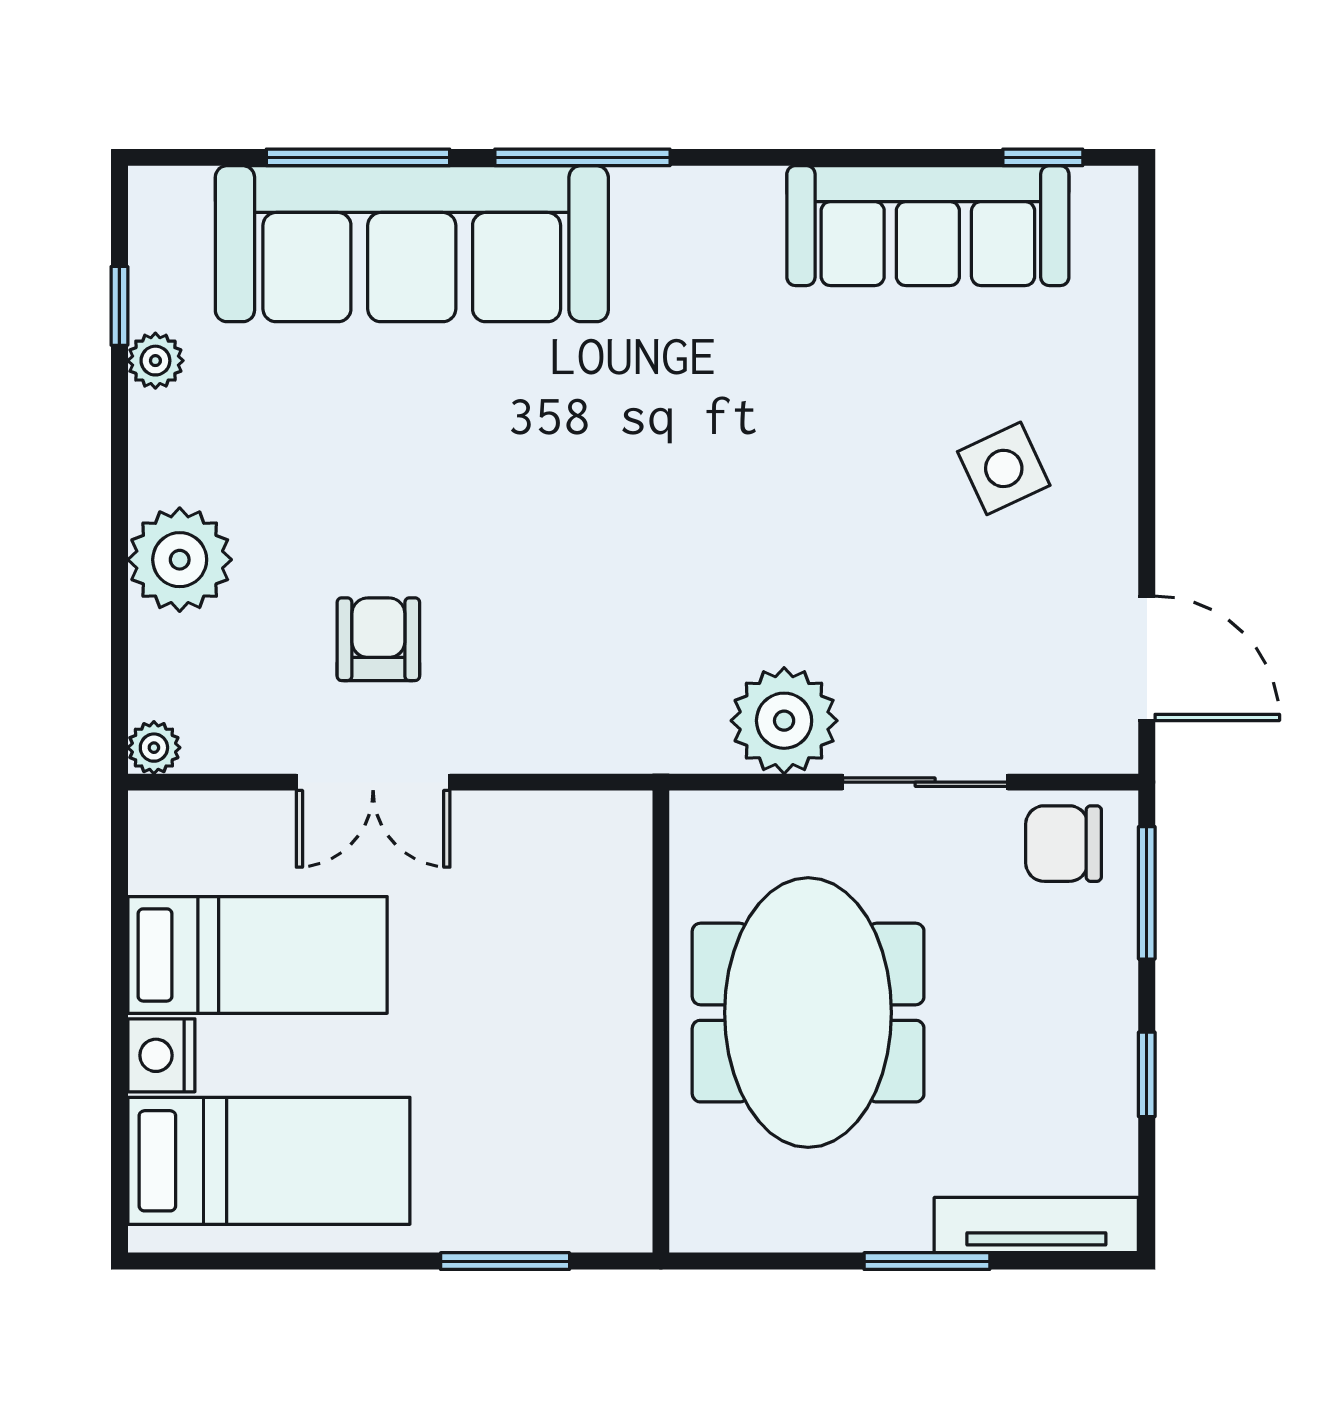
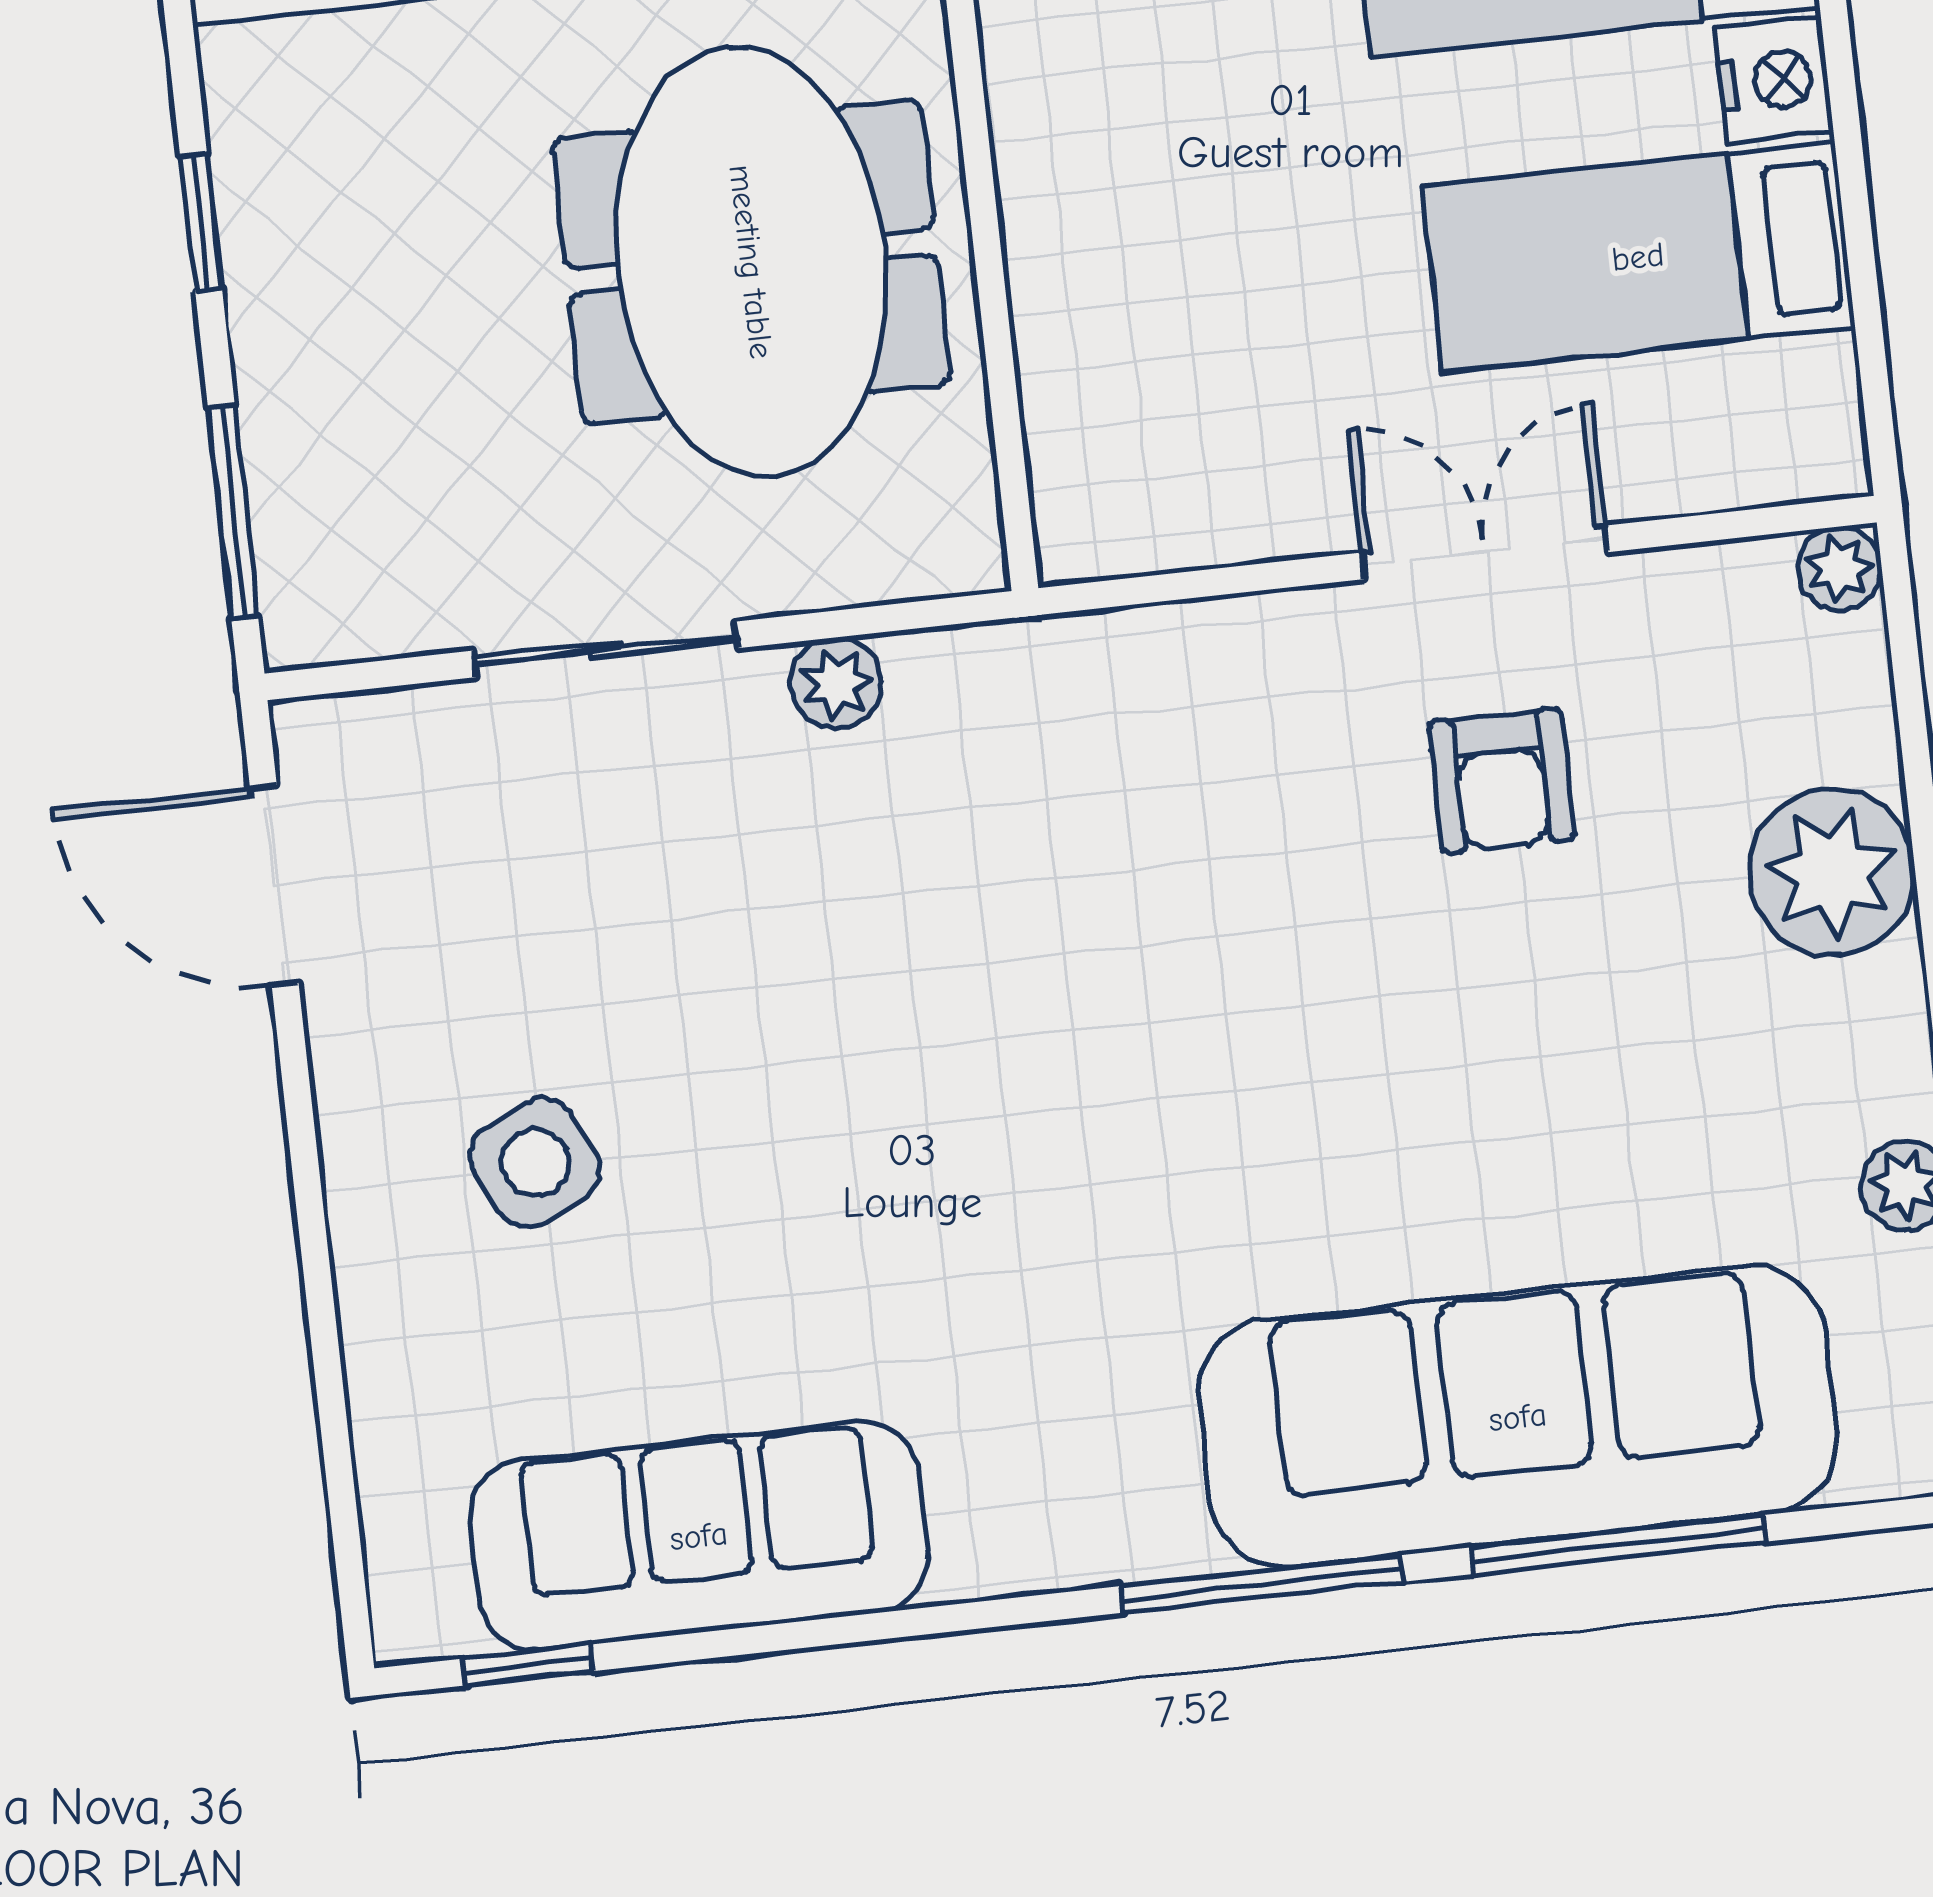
plant: (784, 721) -> (837, 683), width x0.53, depth x0.53
chair: (1064, 844) -> (374, 576), removed

